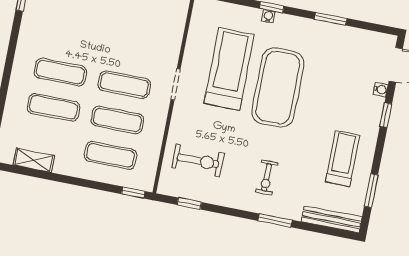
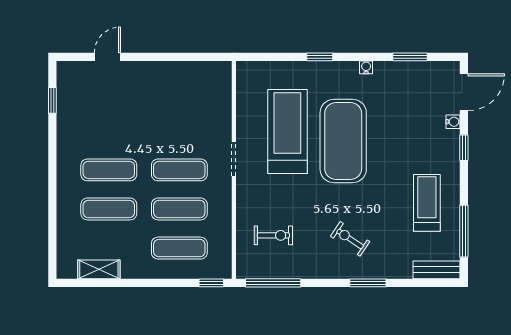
water cooler: (268, 16) -> (366, 67), moved
window: (331, 19) -> (410, 57), moved
exercise bike: (198, 161) -> (273, 235), width x0.73, depth x0.72
exercise bike: (267, 177) -> (350, 239), turned 124
window: (371, 191) -> (464, 231), width x1.44
window: (189, 204) -> (273, 283), width x2.17
bench: (332, 219) -> (436, 270), width x0.73

